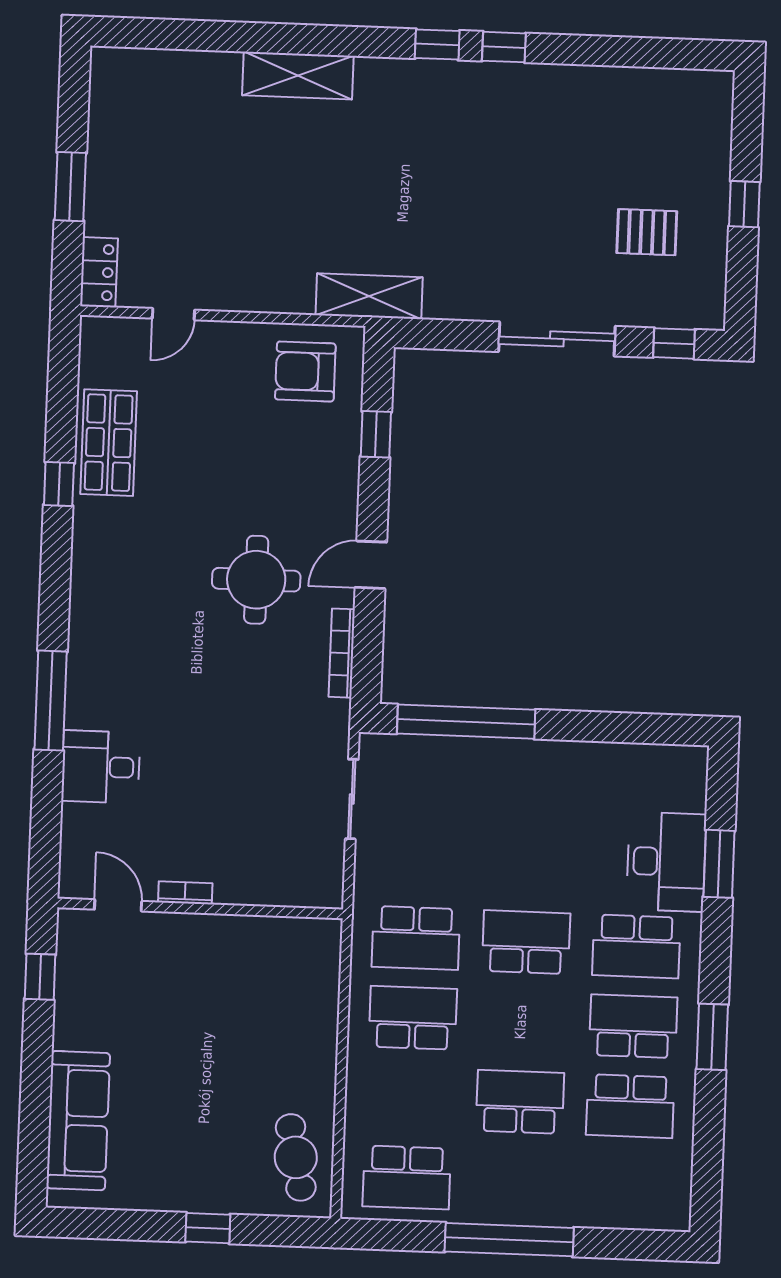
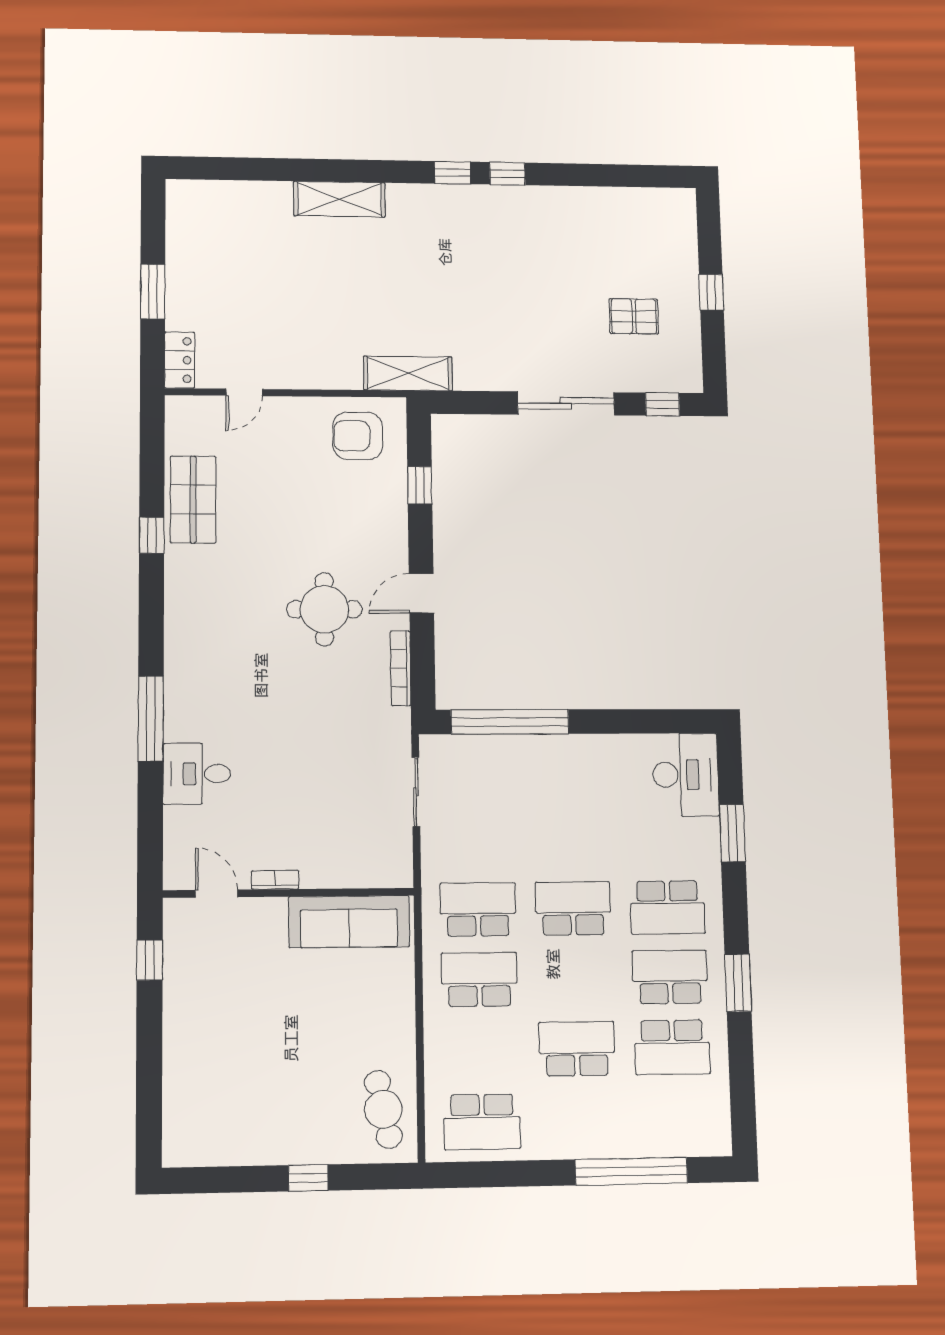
desk: (666, 862) -> (686, 775), moved
school desk: (416, 938) -> (478, 909), turned 180
sofa: (78, 1121) -> (349, 922), moved, turned 90
window: (509, 1240) -> (631, 1171), moved

